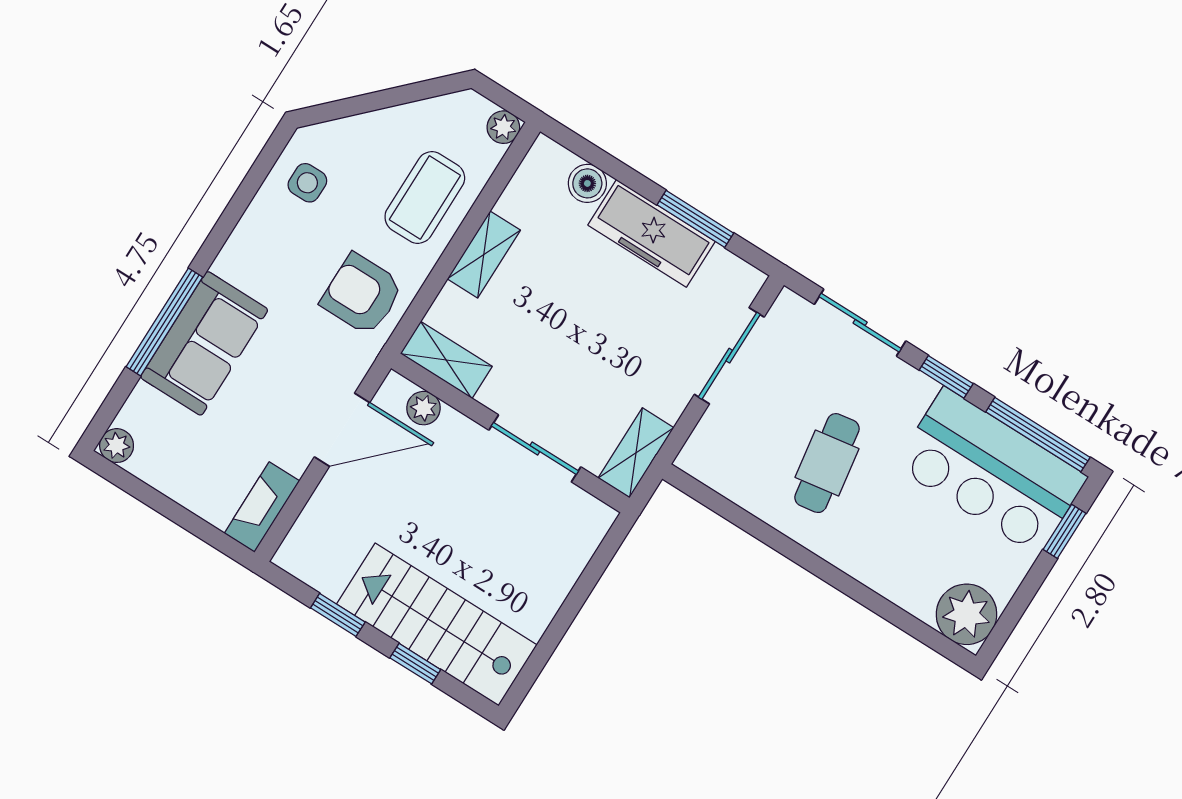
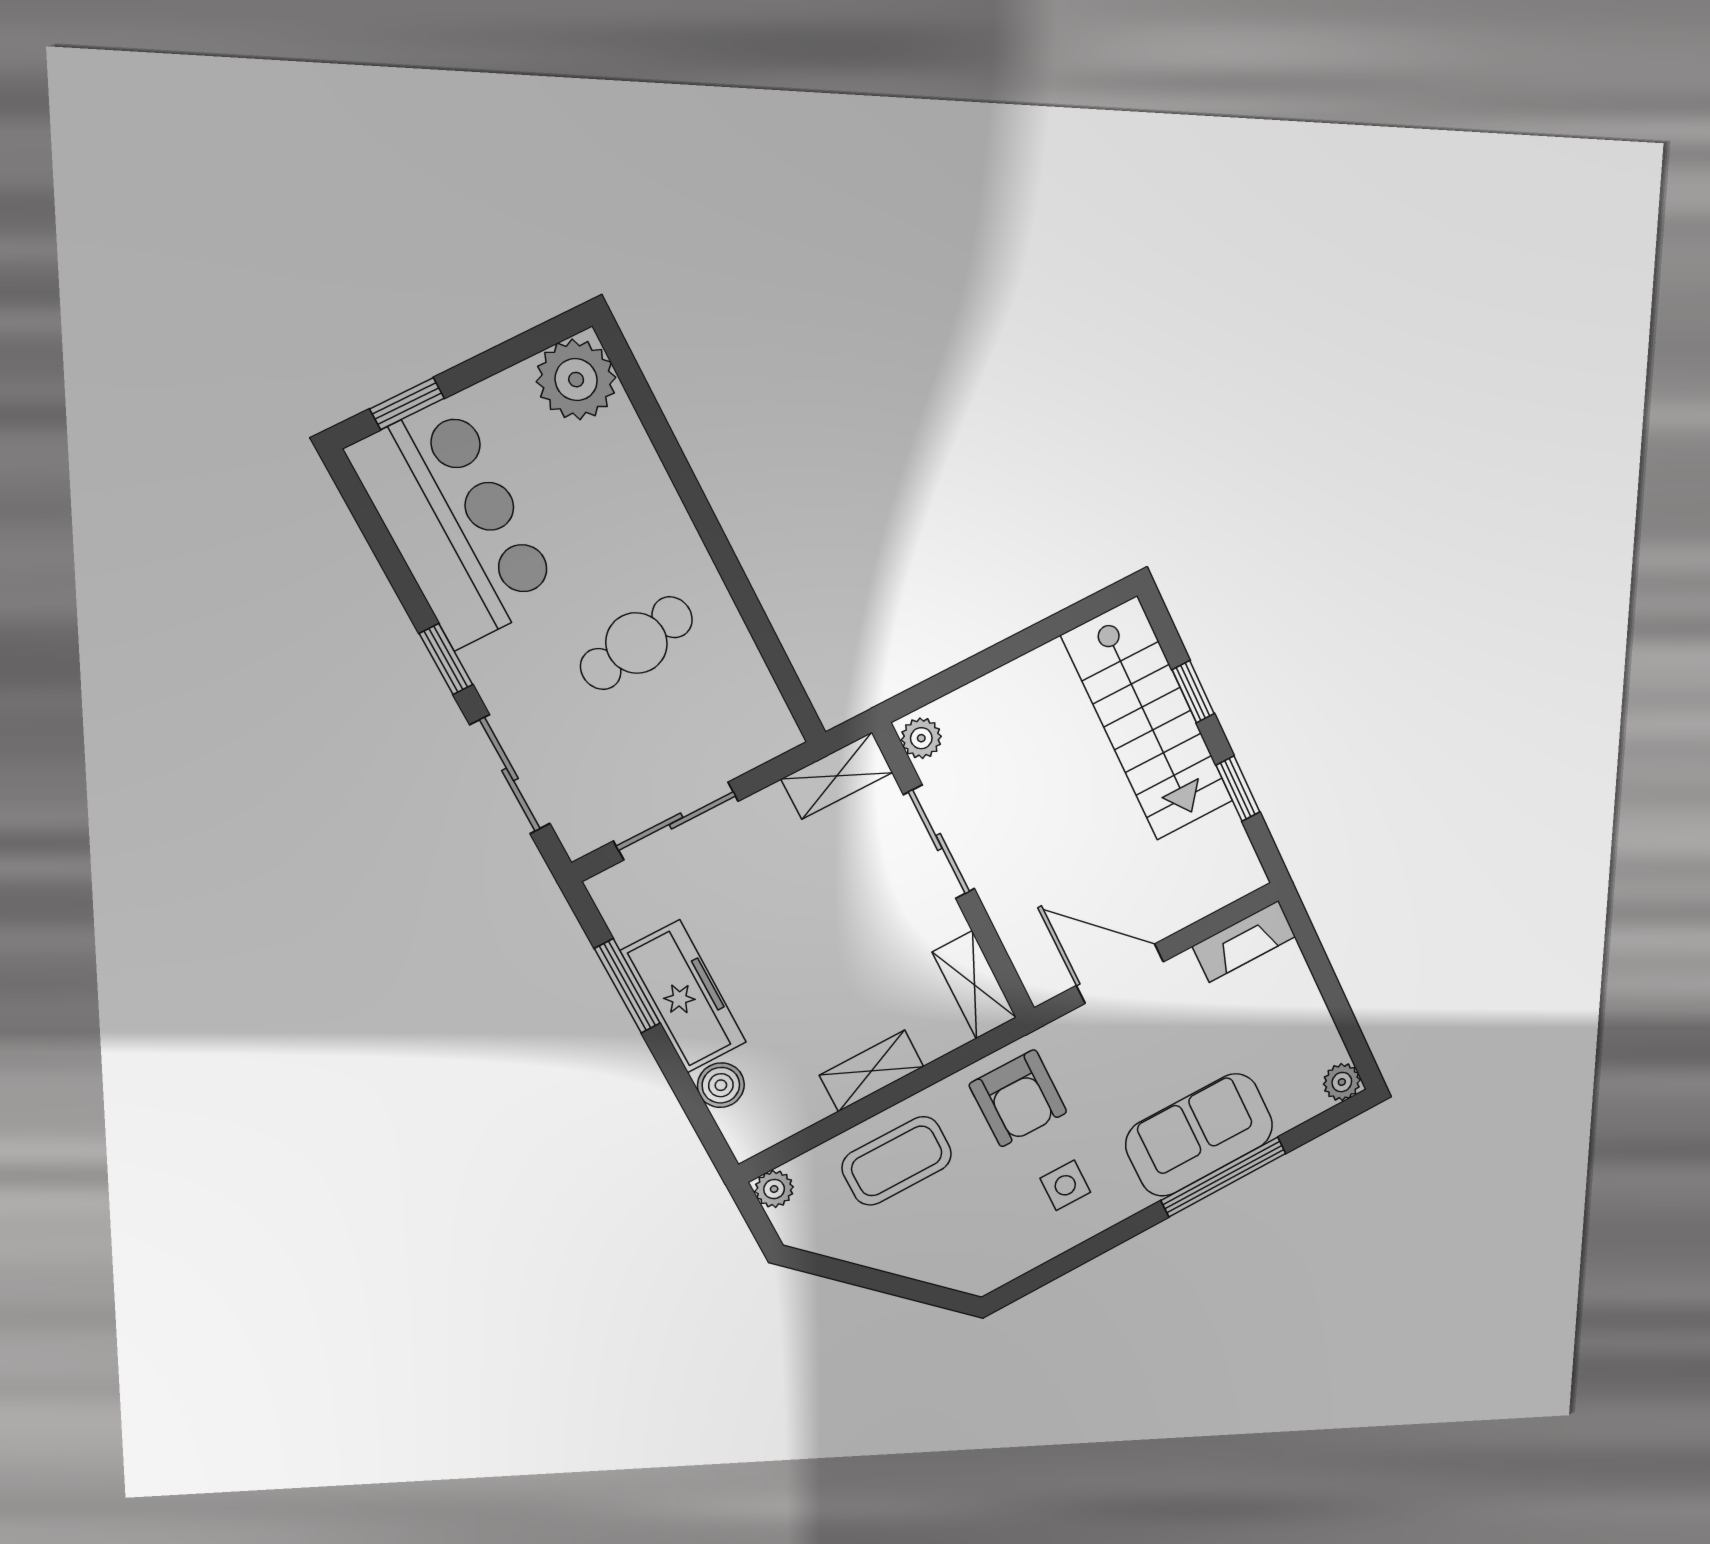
side table: (307, 183) -> (1065, 1185), moved
plant: (424, 408) -> (921, 738), moved
window: (1038, 435) -> (376, 532), removed

